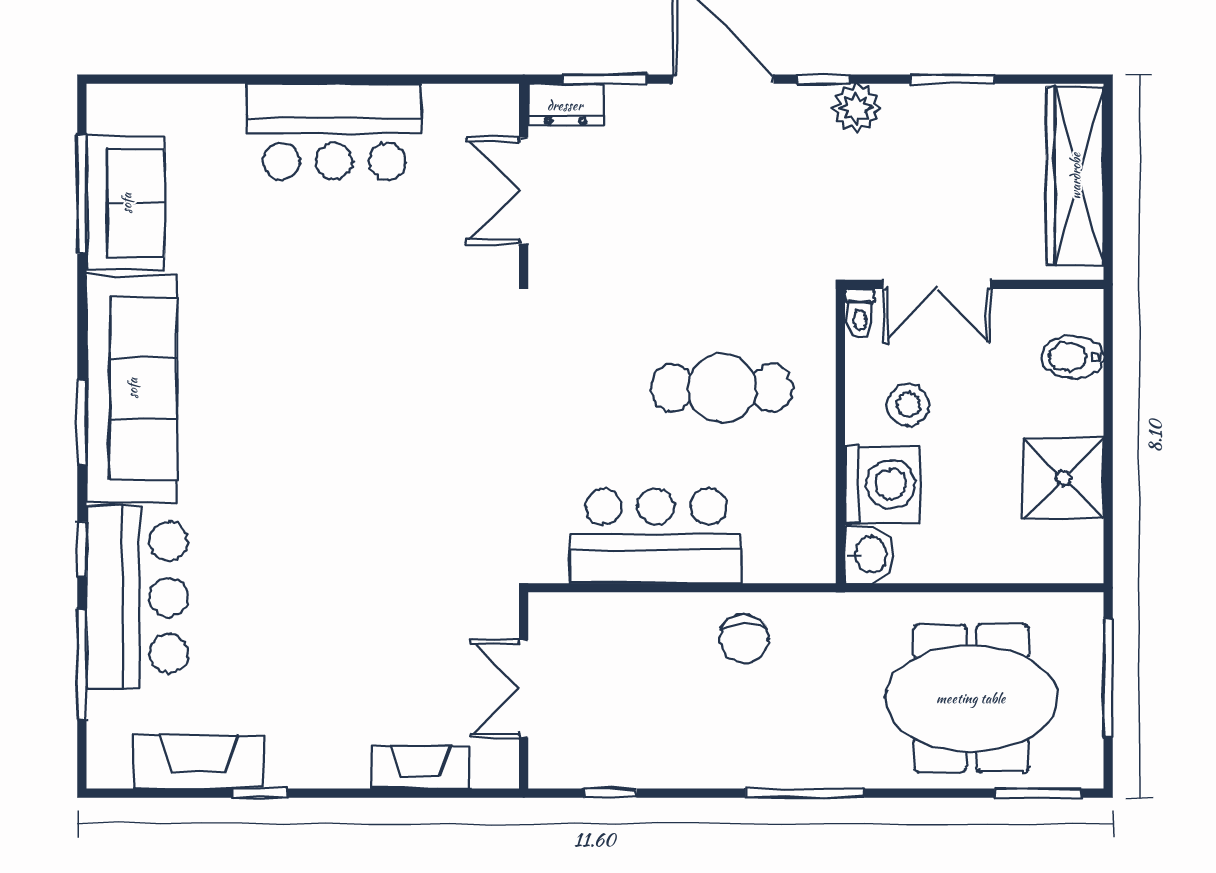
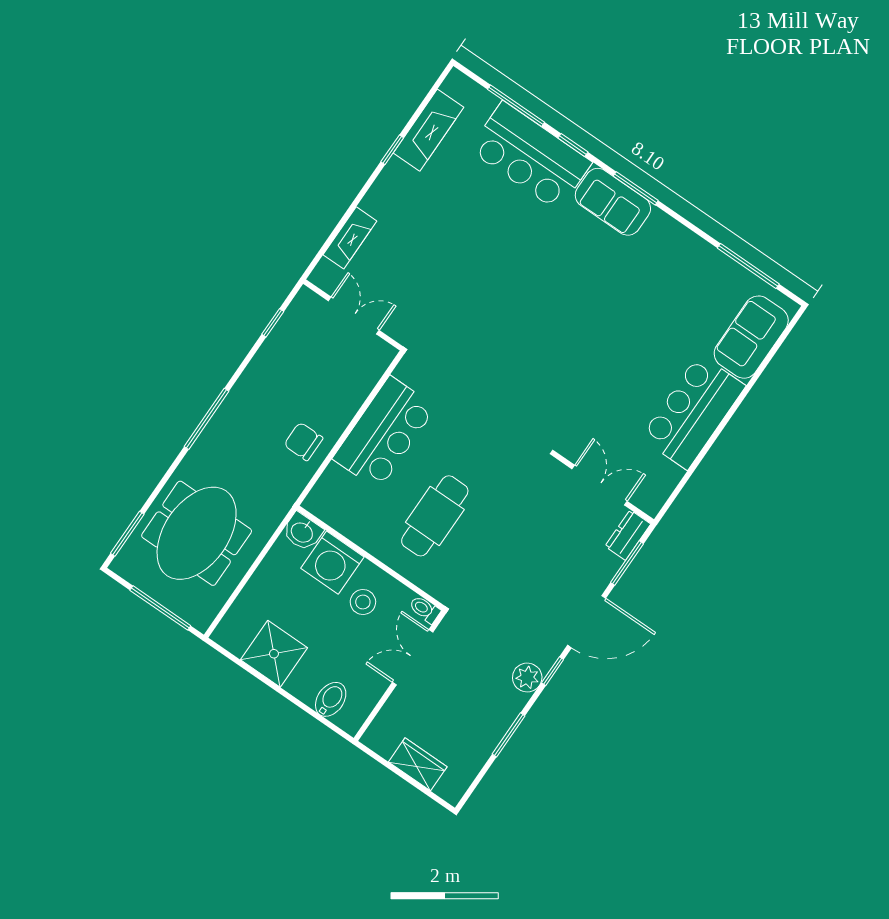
wardrobe: (1075, 176) -> (418, 764), width x0.48, depth x0.85
sofa: (126, 203) -> (751, 337), moved, turned 90
sofa: (132, 388) -> (613, 202), width x0.54, depth x0.79

